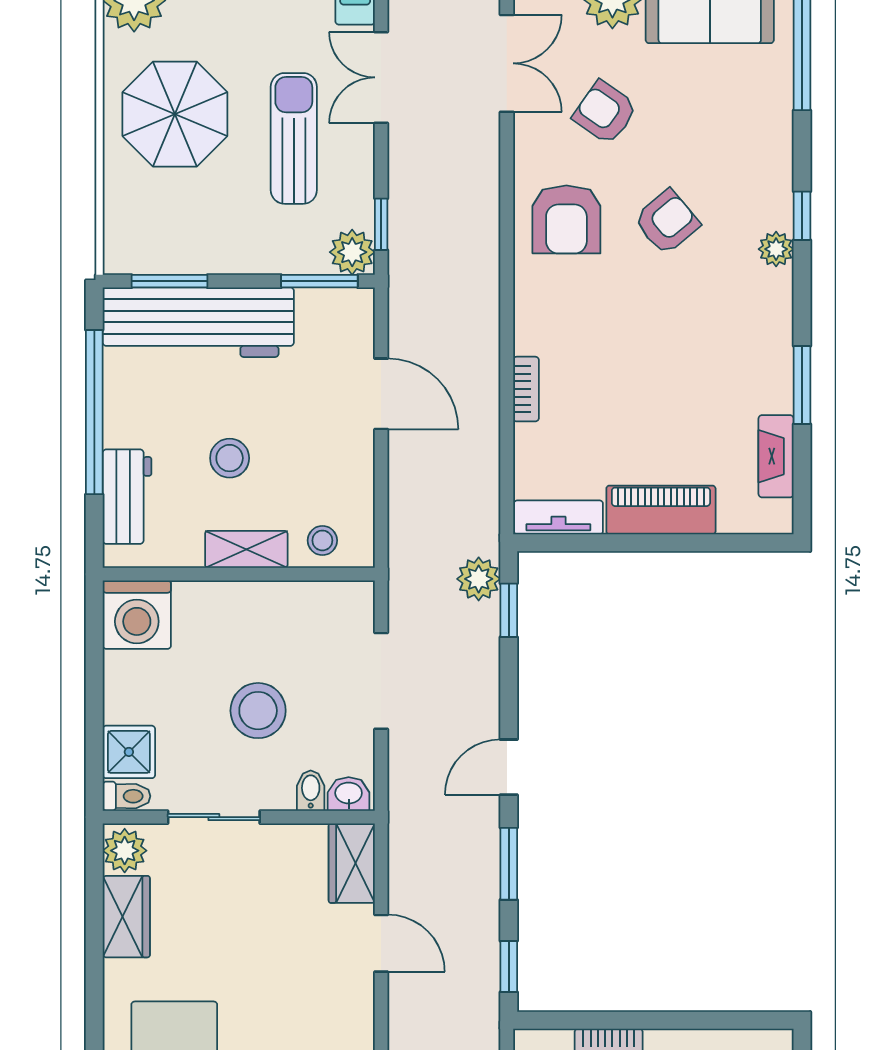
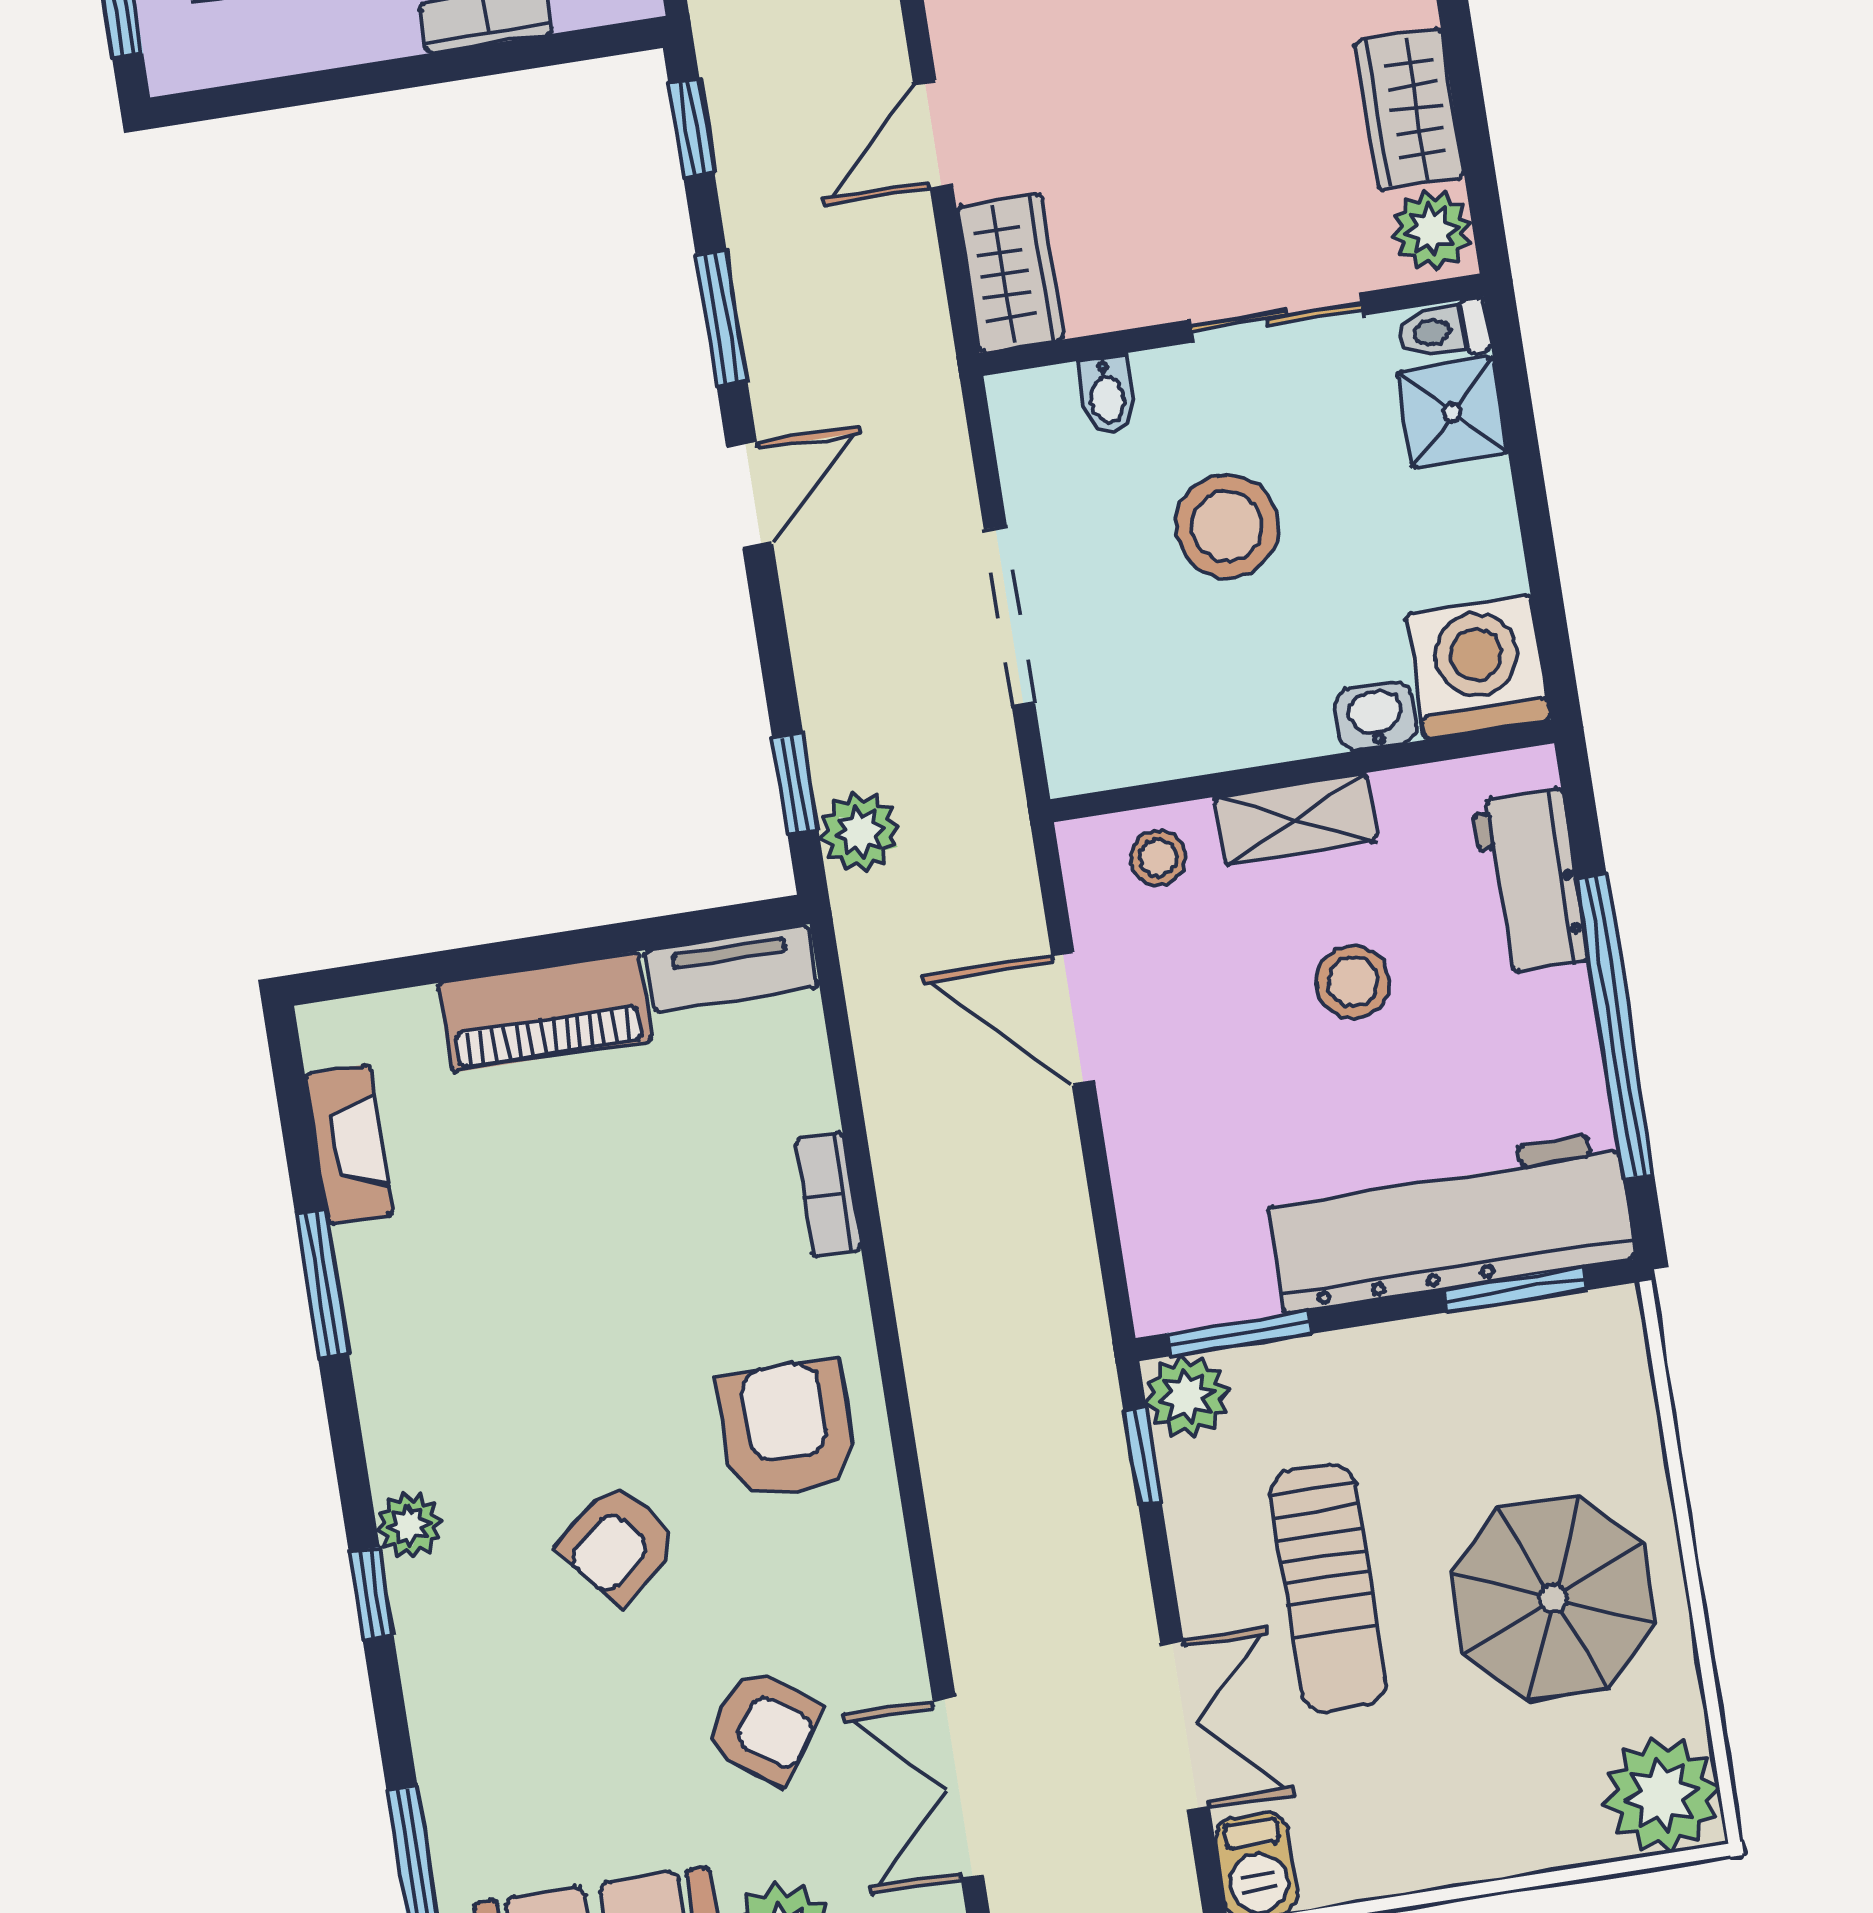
armchair: (566, 219) -> (787, 1429), moved
door: (381, 394) -> (1073, 1019), moved
washbasin: (349, 794) -> (1376, 716), moved, turned 180
door: (381, 943) -> (933, 134), hinge flipped

